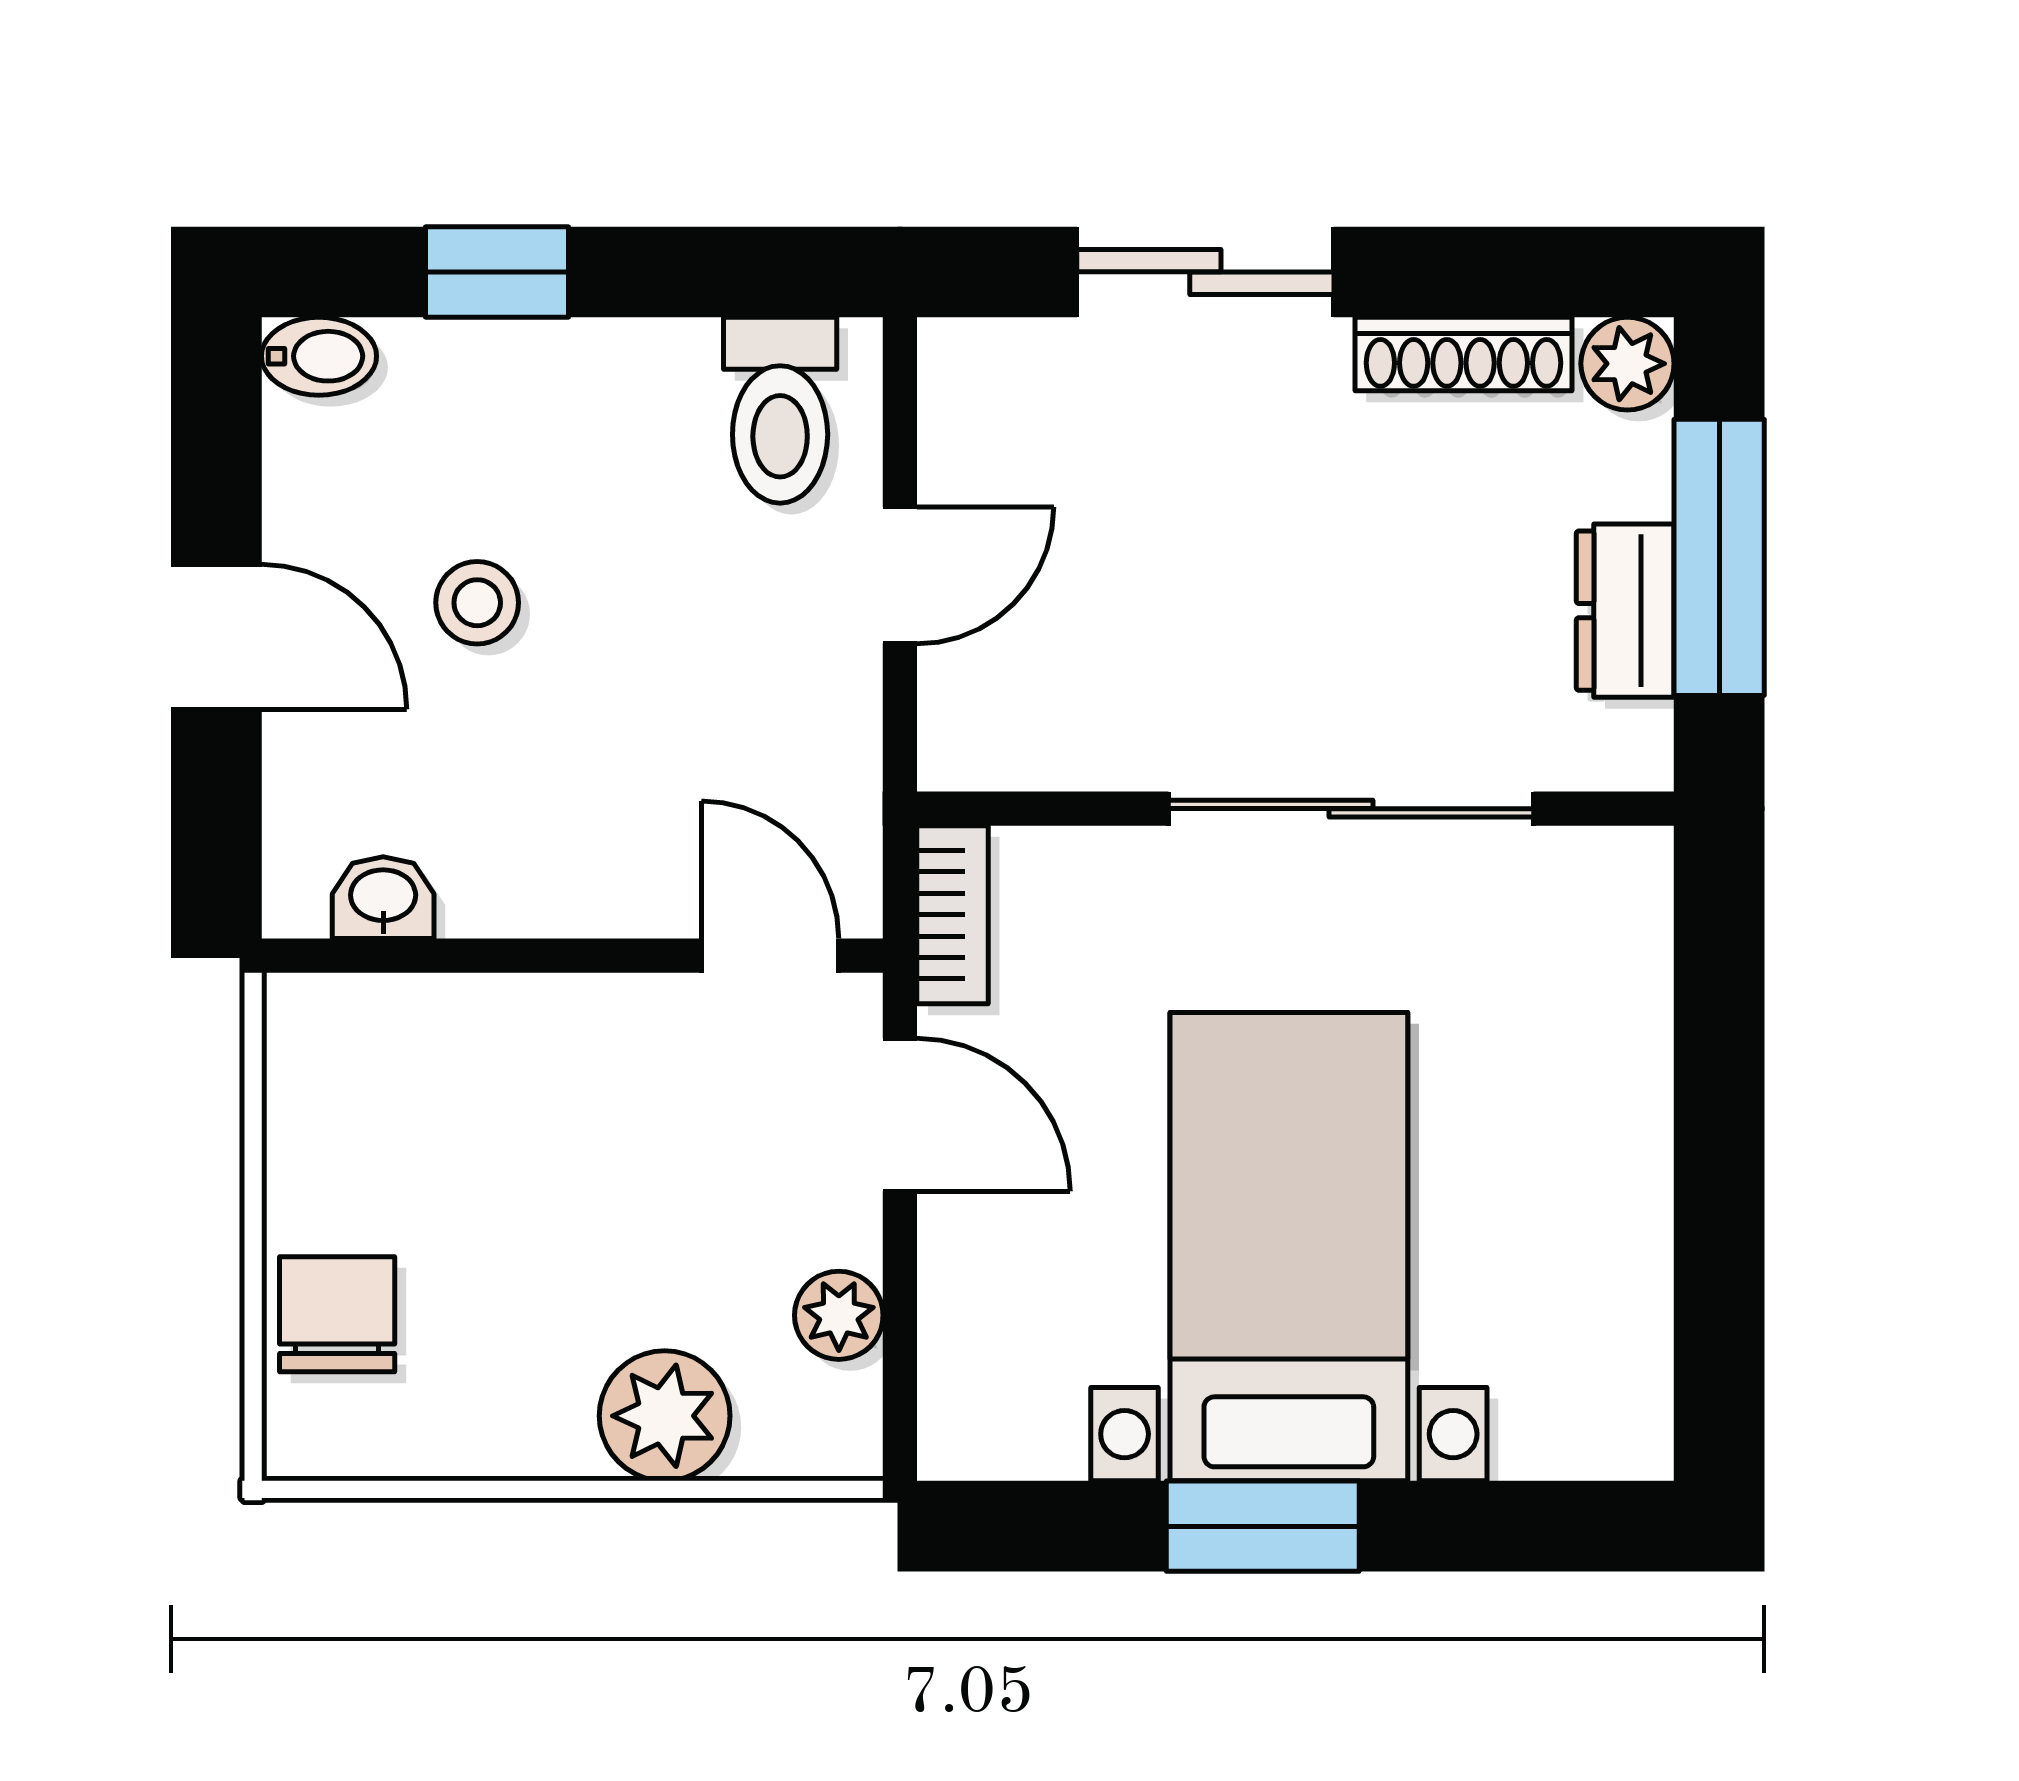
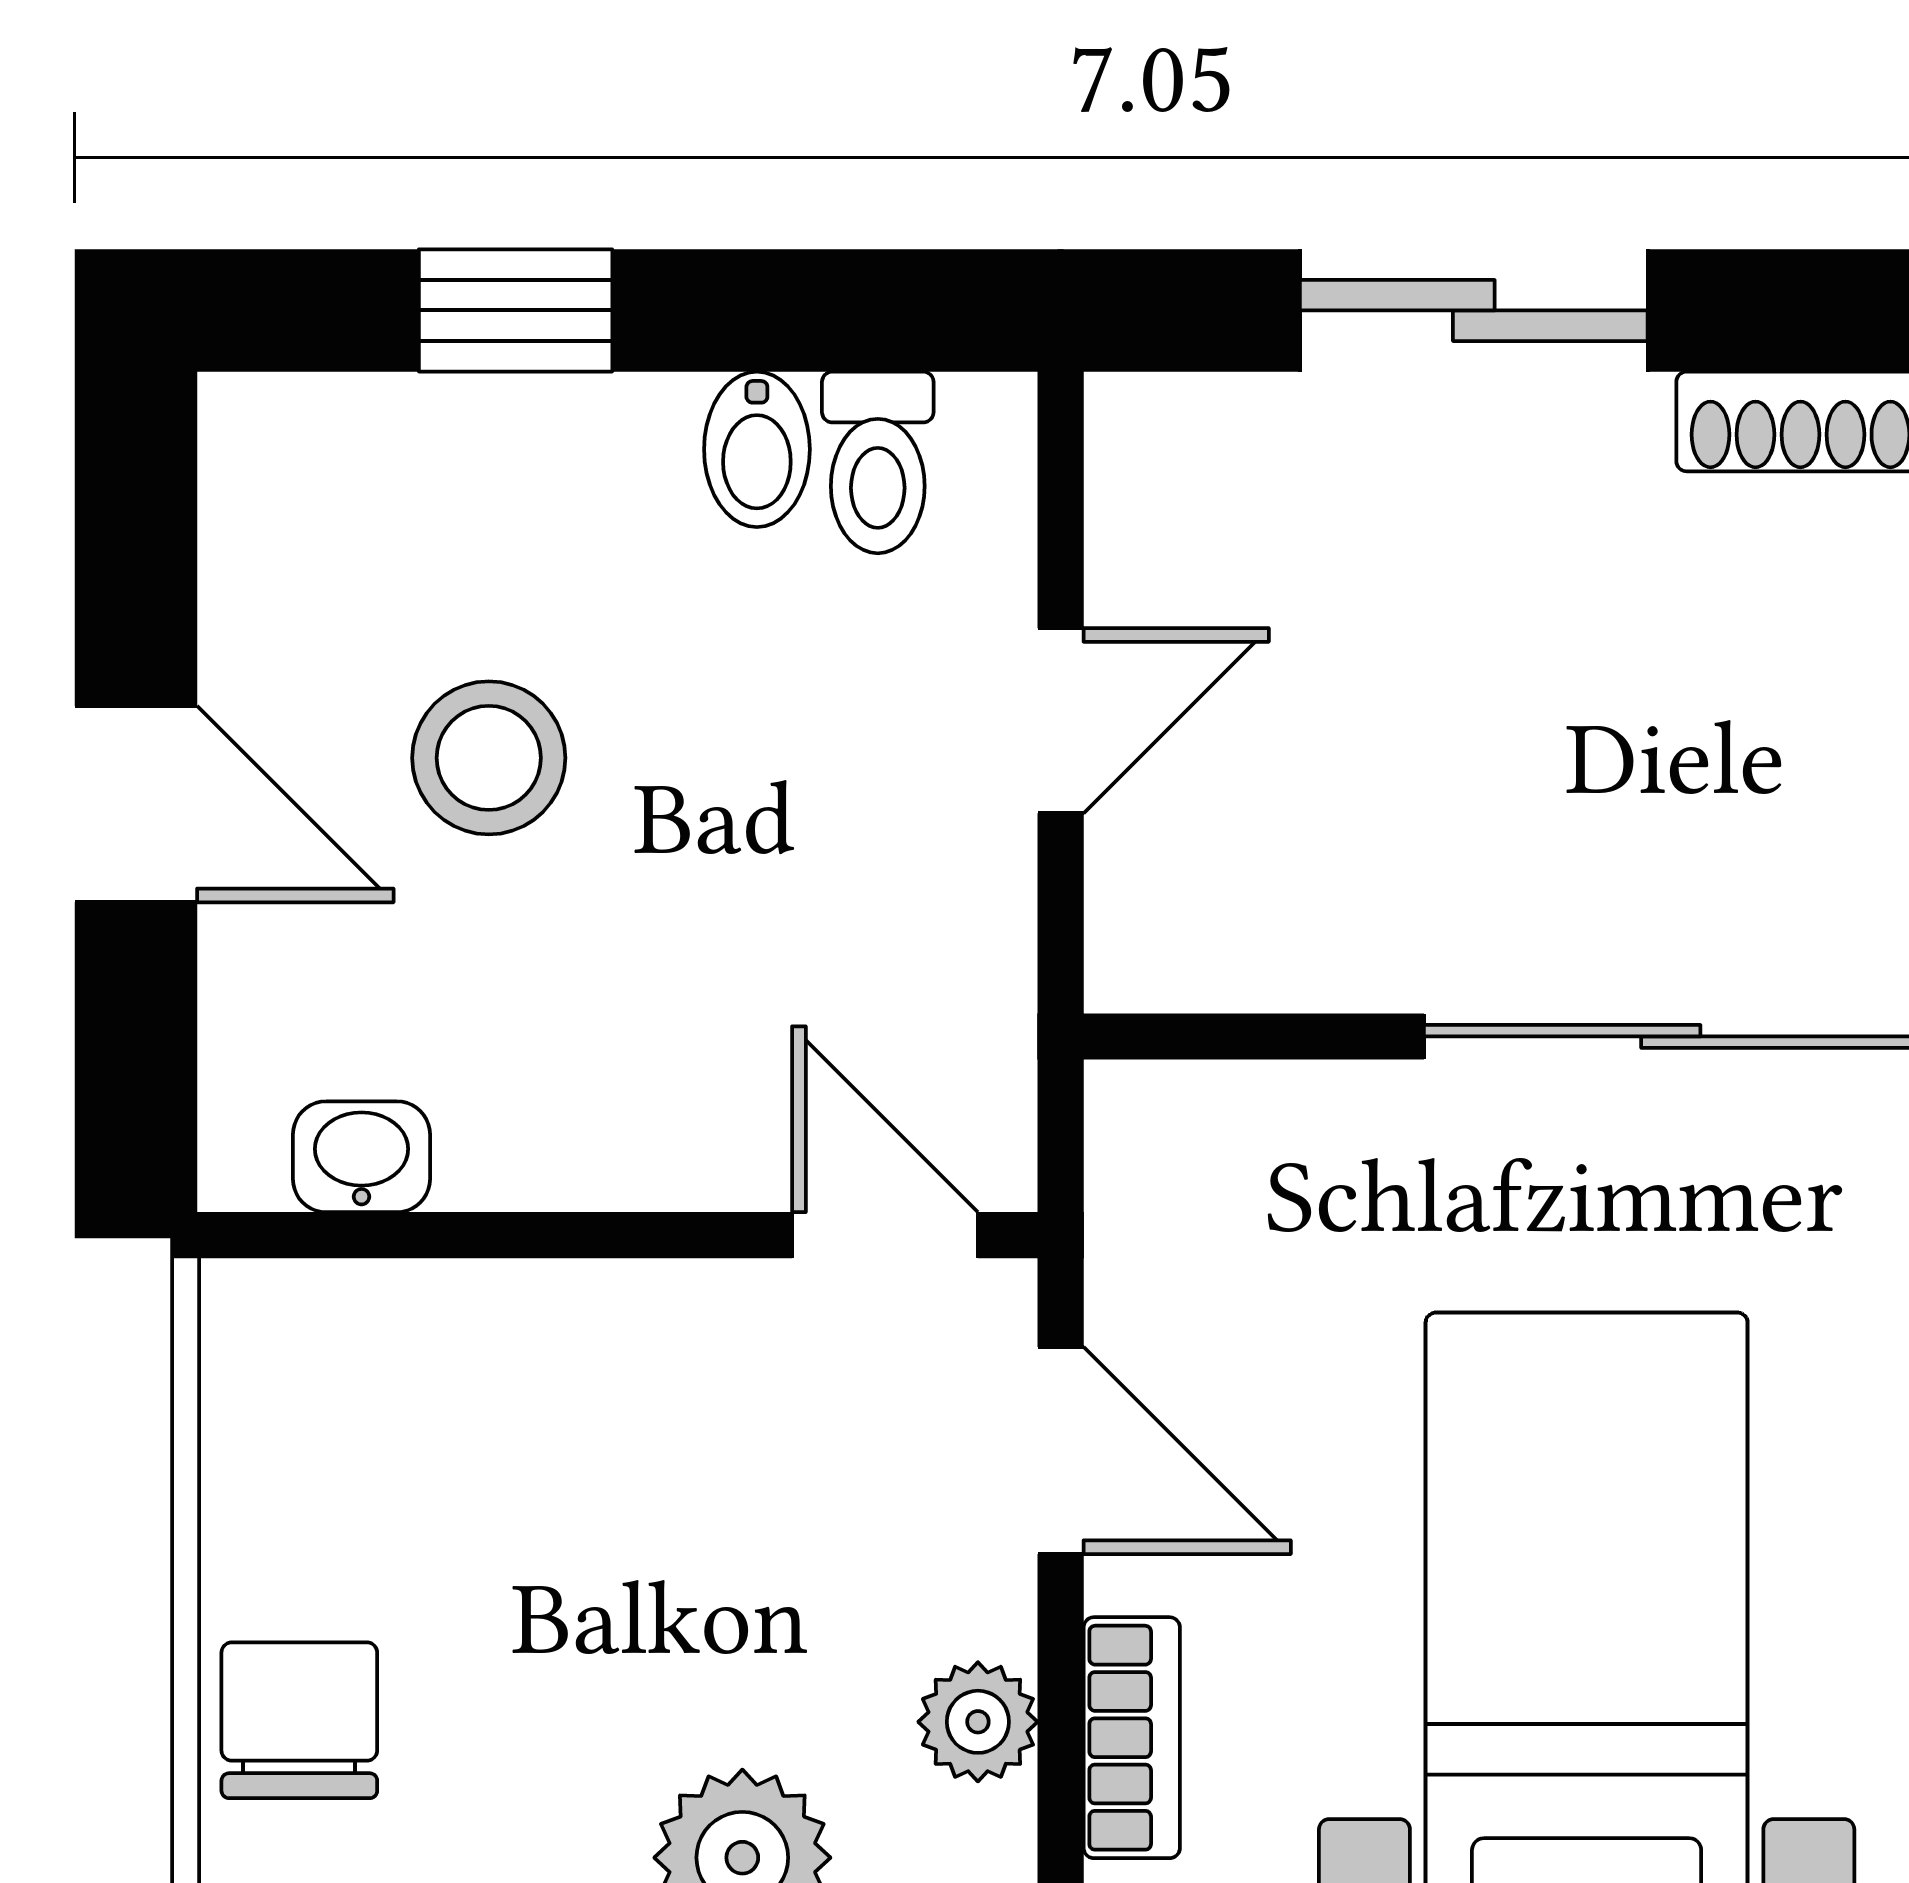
bidet: (319, 356) -> (757, 449), moved, turned 90
toilet: (780, 410) -> (878, 462), width x0.73, depth x0.72
stool: (477, 603) -> (489, 758), width x1.37, depth x1.37
bookcase: (953, 915) -> (1132, 1738), moved

